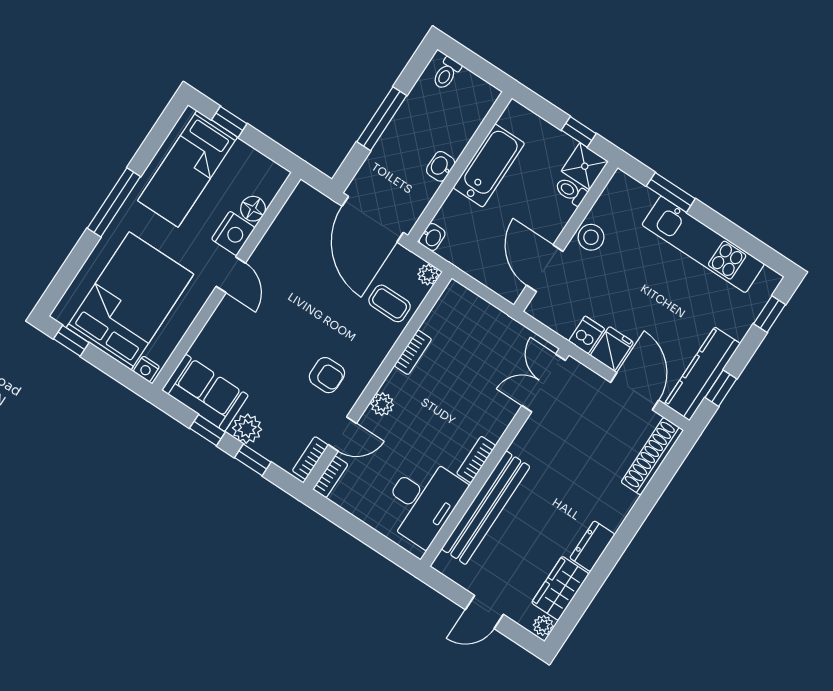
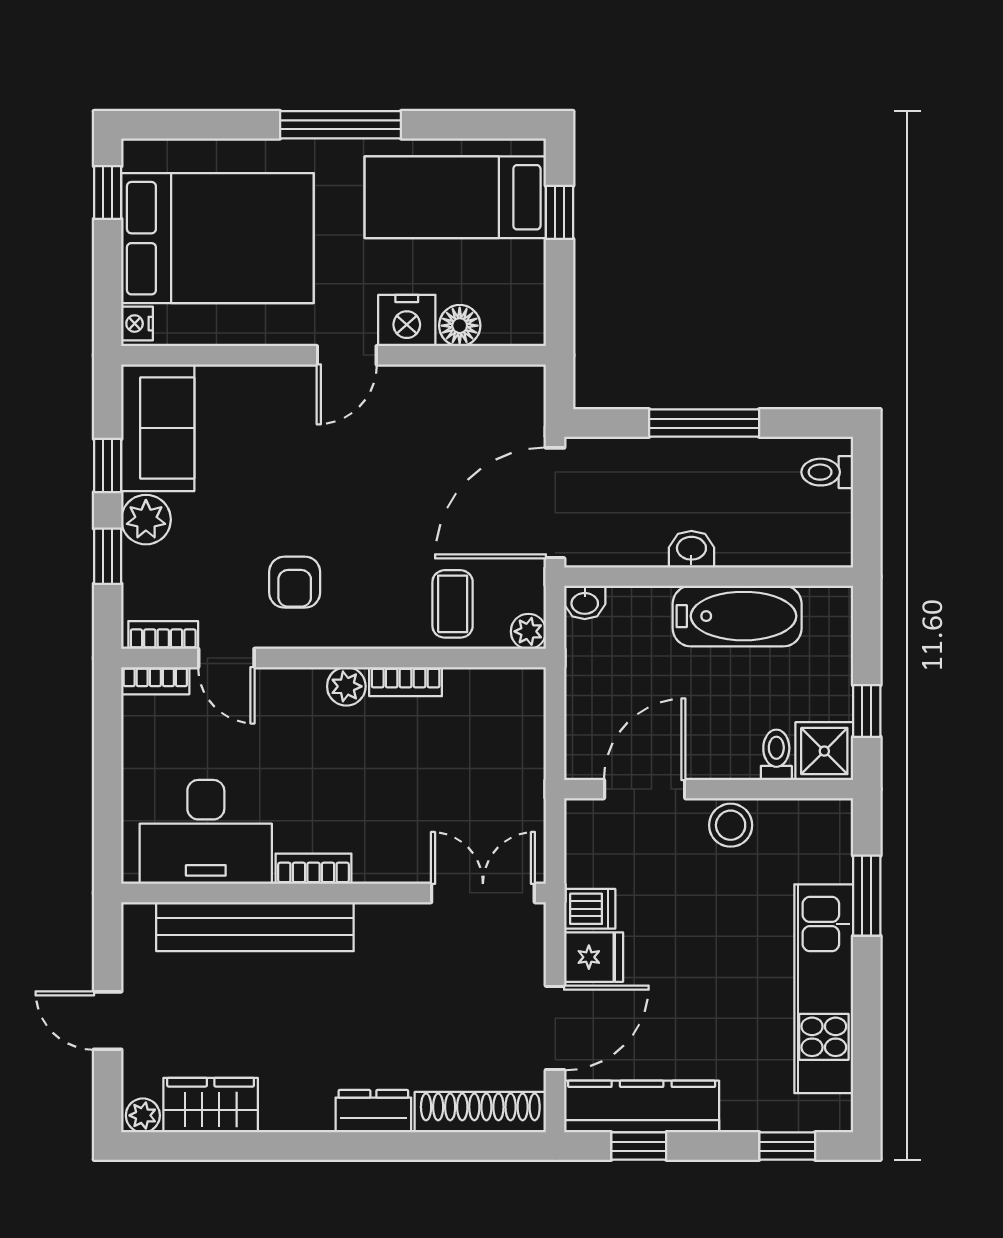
plant: (382, 404) -> (346, 686), moved
dresser: (592, 546) -> (373, 1111), moved

